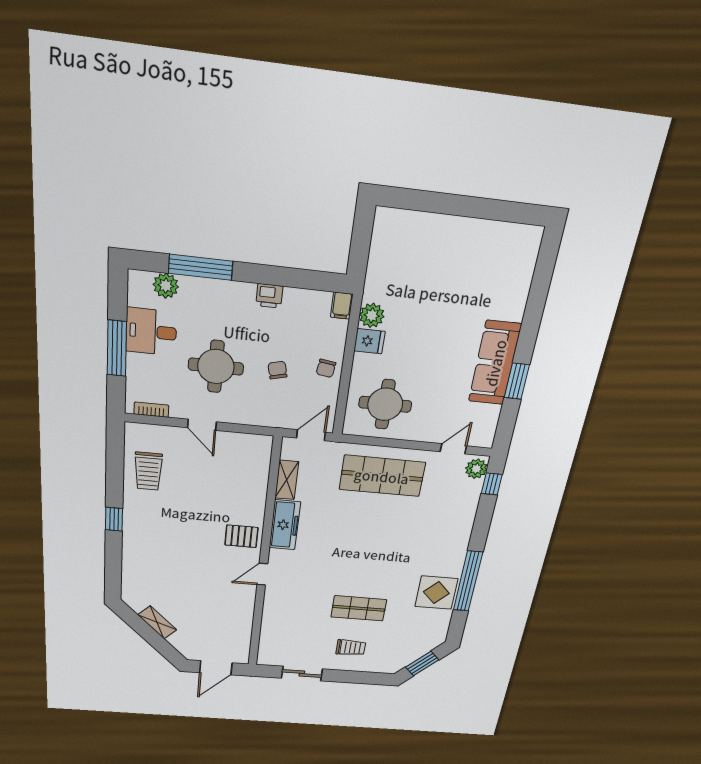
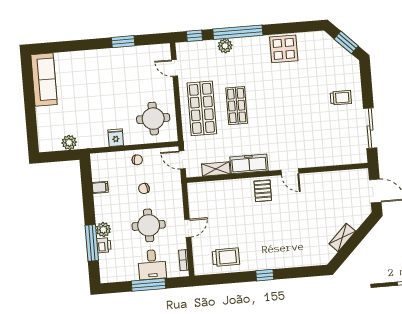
plant: (166, 286) -> (103, 230), moved
printer: (269, 296) -> (104, 245), moved
filing cabinet: (342, 306) -> (100, 187), moved
plant: (372, 315) -> (69, 142), moved
desk: (151, 332) -> (152, 265), moved
sofa: (495, 363) -> (44, 80), moved, turned -90
plant: (476, 469) -> (225, 46), moved
window: (468, 581) -> (238, 32), moved
shop shelf: (359, 608) -> (237, 106), moved
trolley: (351, 648) -> (341, 98), turned 90
sliding door: (302, 674) -> (370, 128), width x1.37

